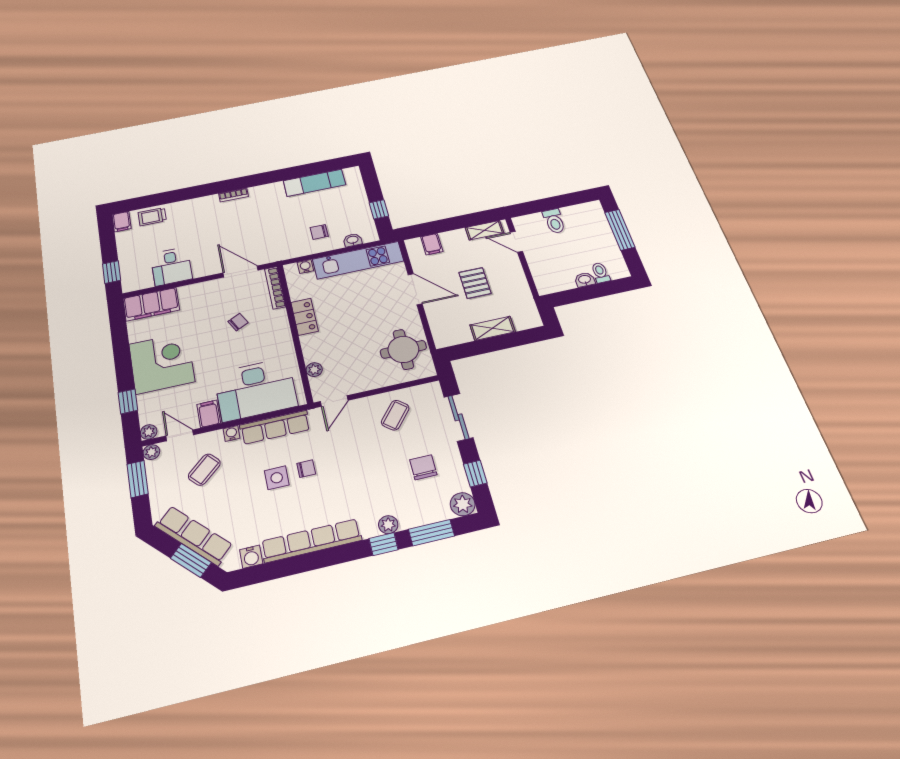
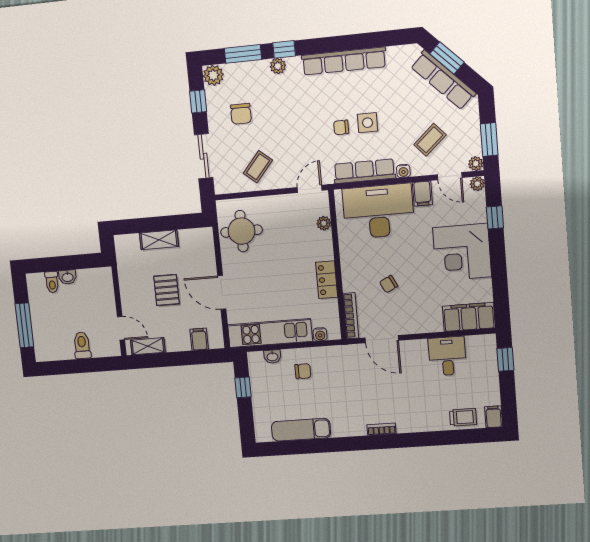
water cooler: (251, 557) -> (396, 54), removed

